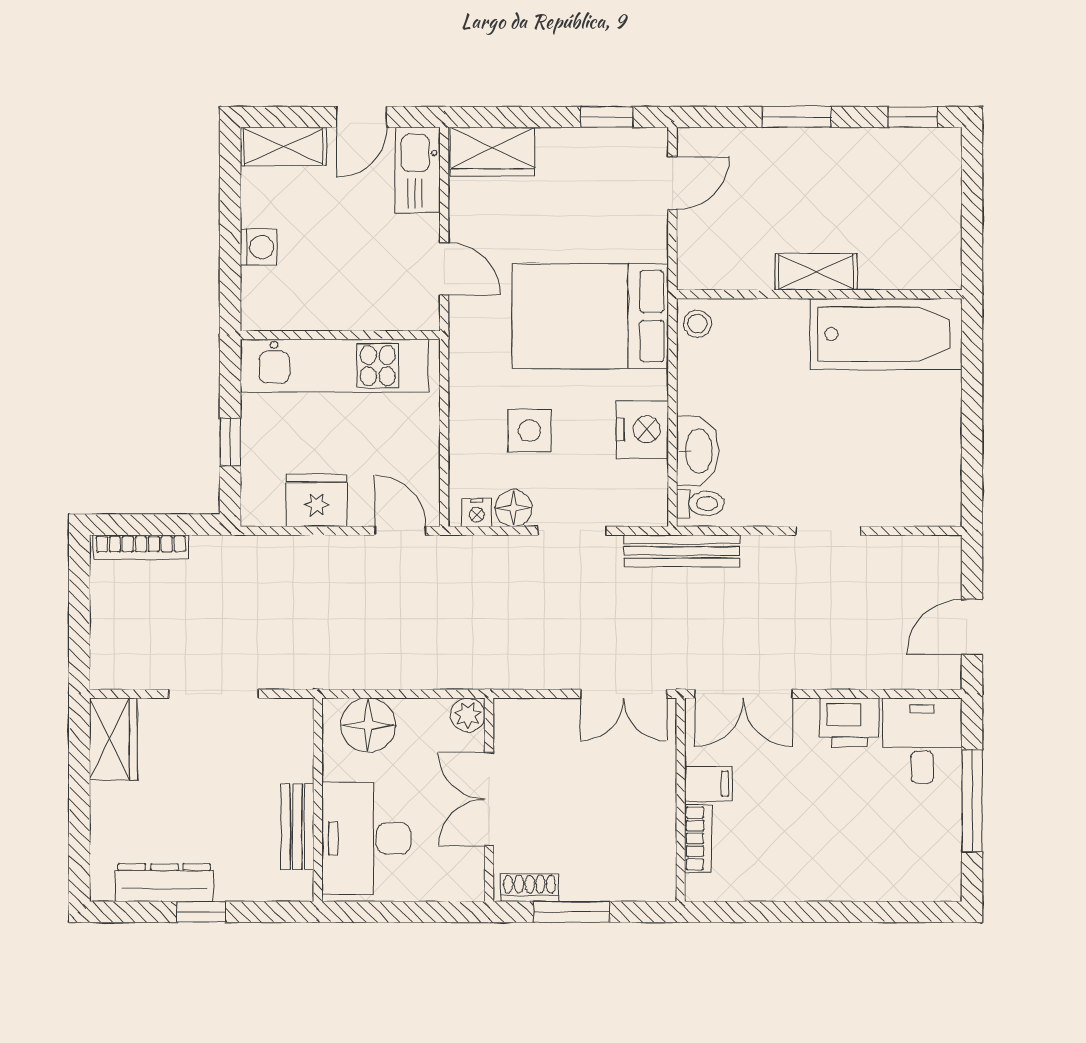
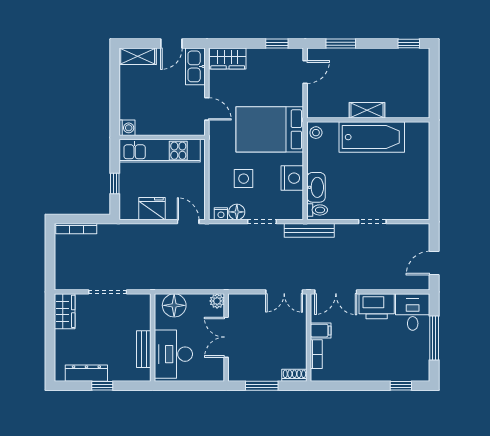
window: (796, 117) -> (341, 44), moved
washing machine: (259, 247) -> (127, 128), moved
bathtub: (886, 334) -> (372, 137), moved
printer: (849, 722) -> (377, 306), width x1.37, depth x1.19
shoe rack: (530, 888) -> (294, 375), moved
window: (895, 912) -> (401, 386), added

